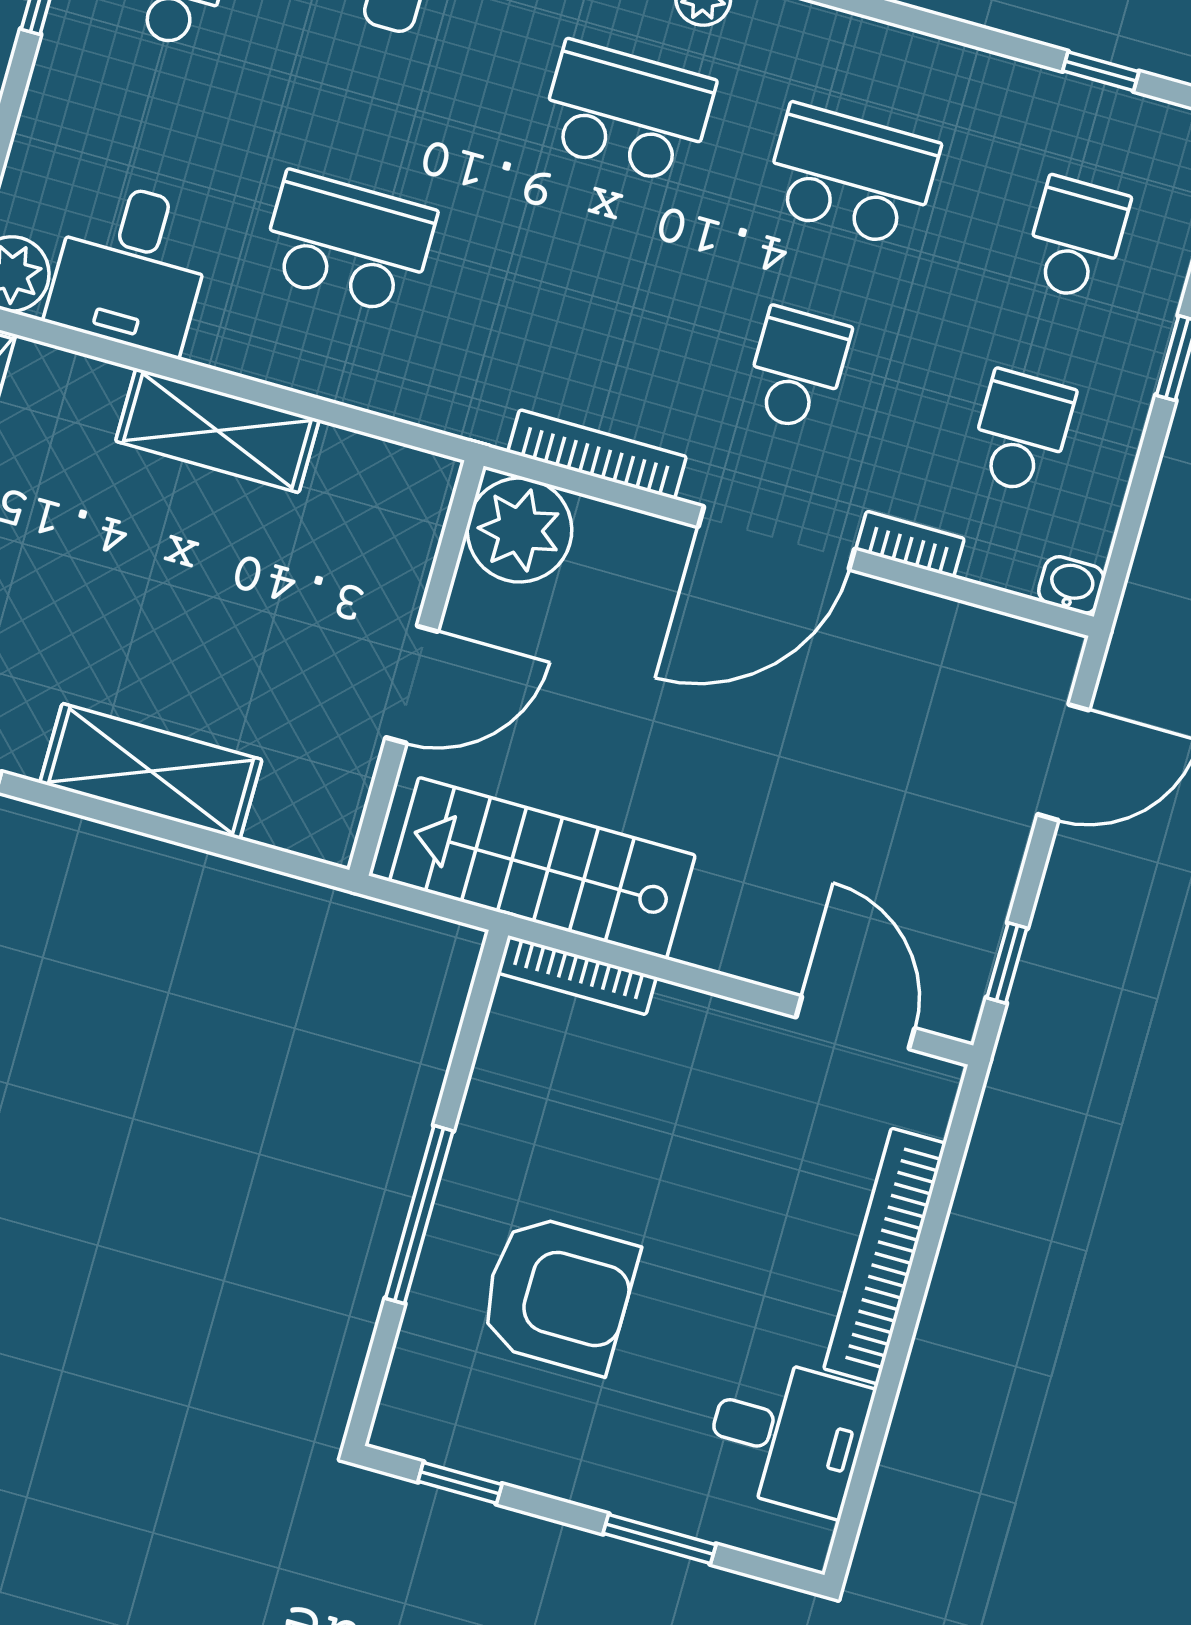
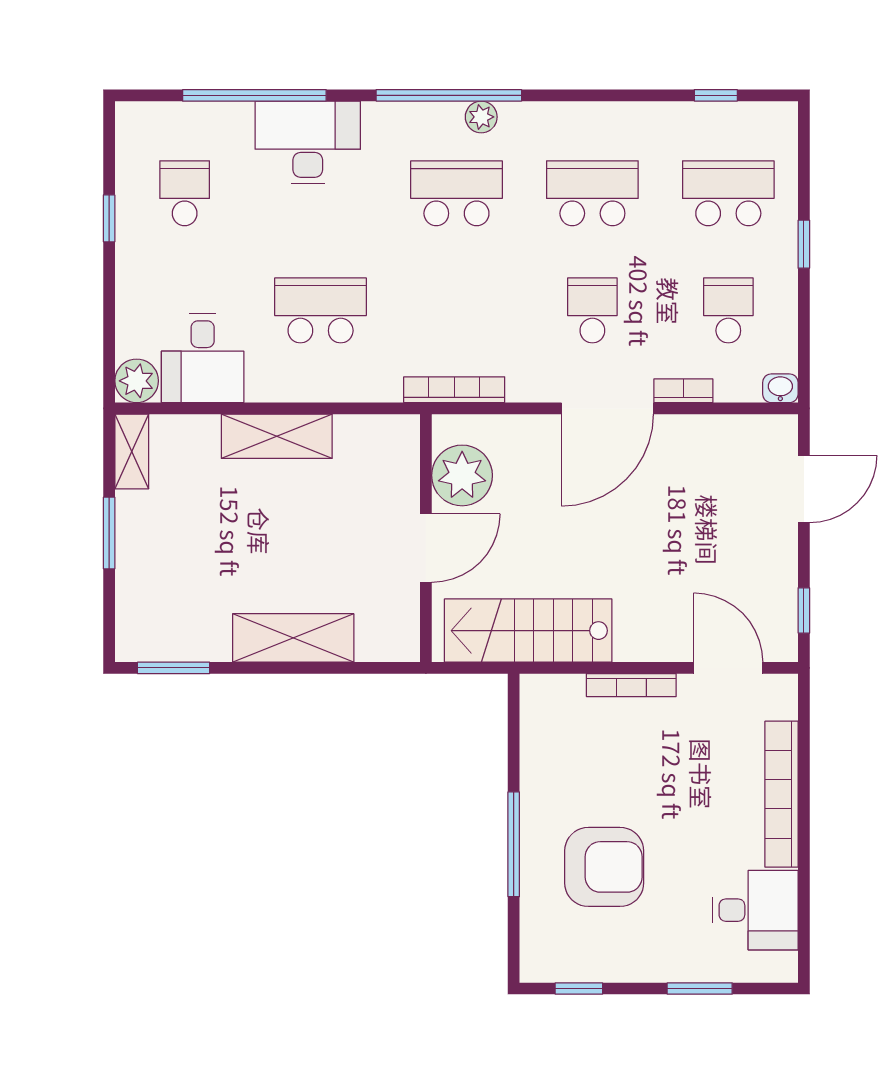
school desk: (1076, 239) -> (728, 193), width x1.85
bookcase: (597, 454) -> (454, 390), moved
plant: (520, 530) -> (462, 475), moved
bookcase: (577, 975) -> (631, 685), moved

